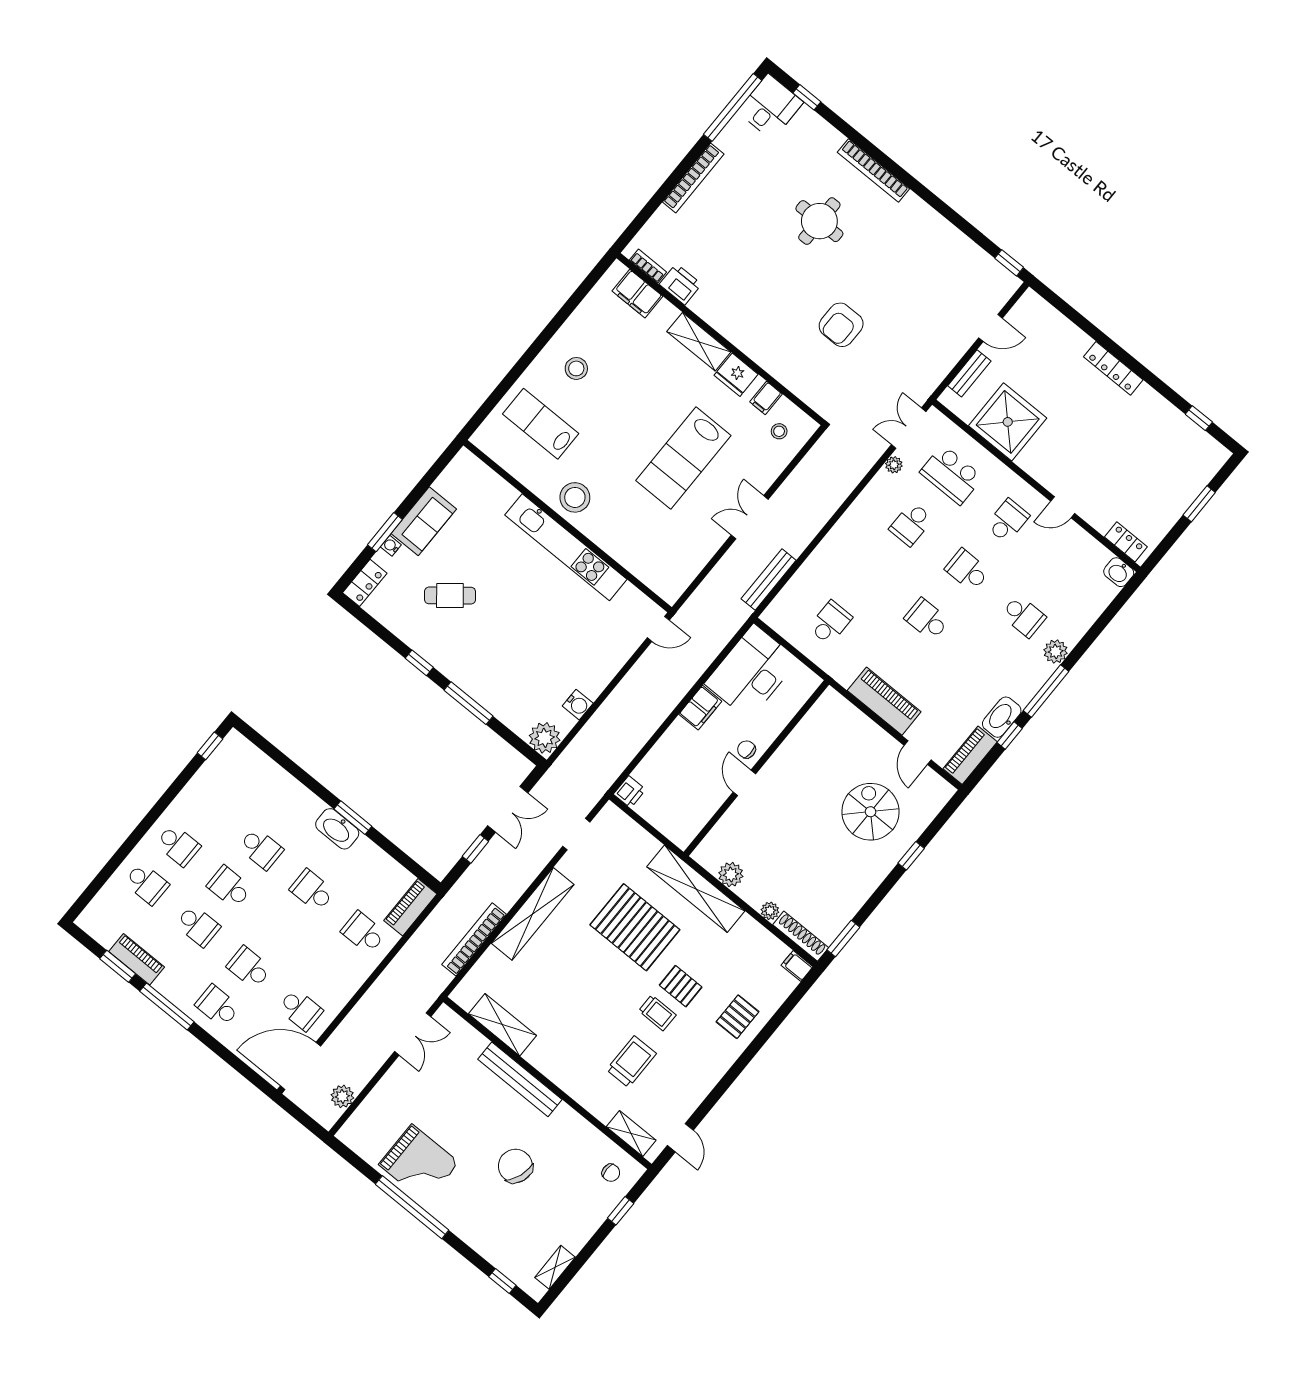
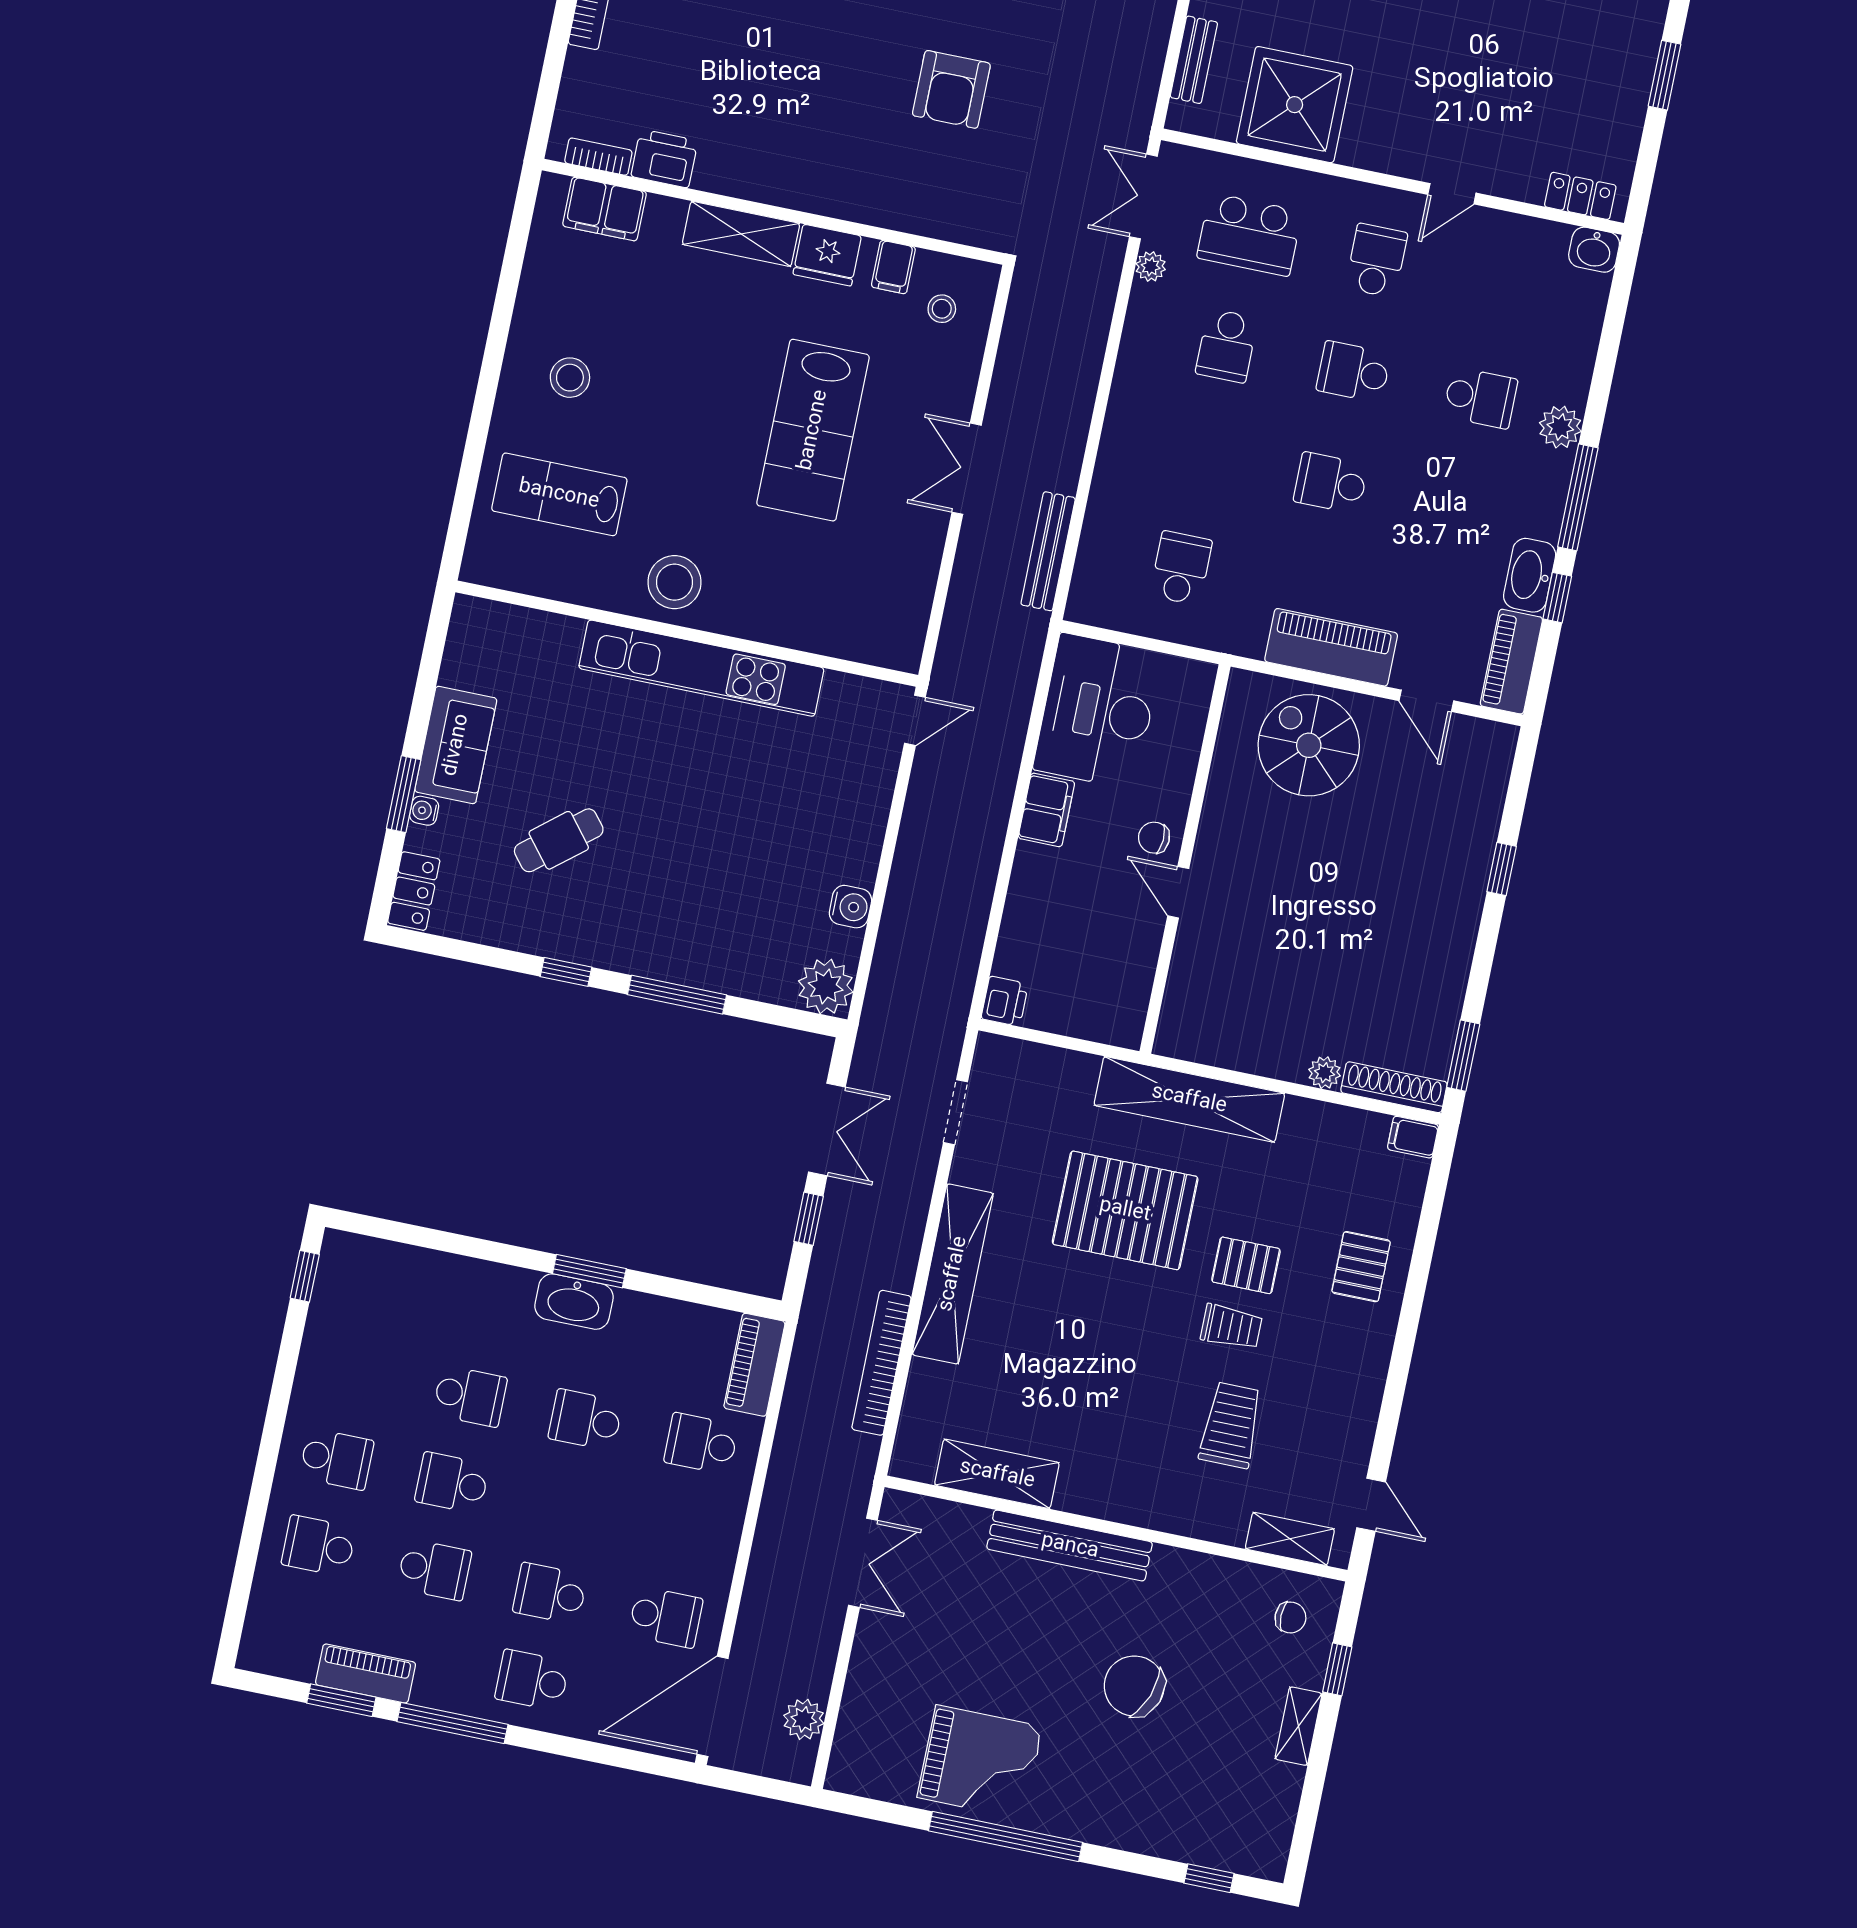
spiral stairs: (870, 812) -> (1309, 745), moved
plant: (731, 875) -> (1233, 1048), removed
school desk: (147, 884) -> (319, 1546), turned 180
shelving: (555, 1267) -> (1298, 1726), moved

